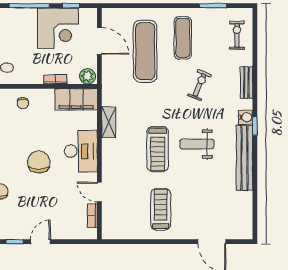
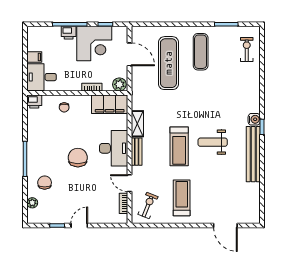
printer: (28, 16) -> (69, 33), added
bench: (246, 83) -> (137, 152), moved
exercise bike: (200, 85) -> (148, 206), moved

